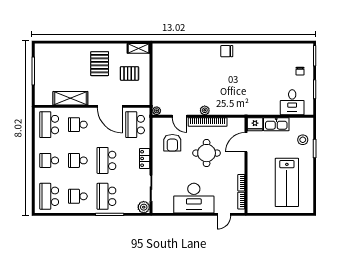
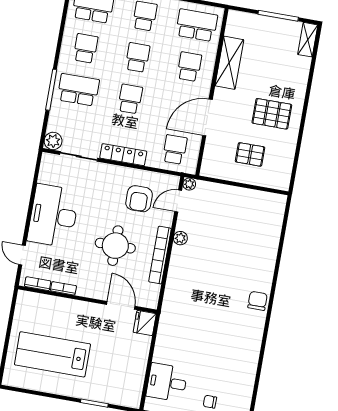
shelving: (139, 48) -> (308, 40), moved
pallet: (129, 73) -> (250, 154), turned 90
plant: (205, 110) -> (180, 238), moved
door: (180, 116) -> (178, 201), moved
kitchen sink: (276, 124) -> (139, 354), removed
school desk: (135, 125) -> (175, 150), width x0.54
stool: (303, 140) -> (110, 388), removed
armchair: (172, 143) -> (139, 199), turned -90
locker: (145, 158) -> (123, 155), width x1.53
school desk: (106, 160) -> (130, 99), width x0.54

